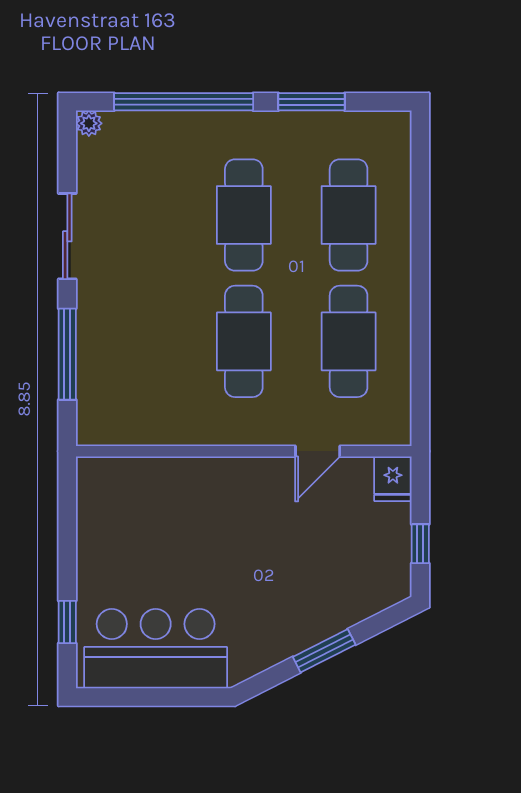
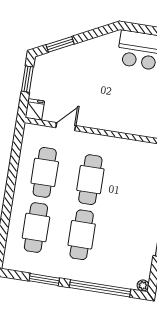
window: (420, 544) -> (27, 79), width x1.50
window: (324, 651) -> (60, 44), moved

